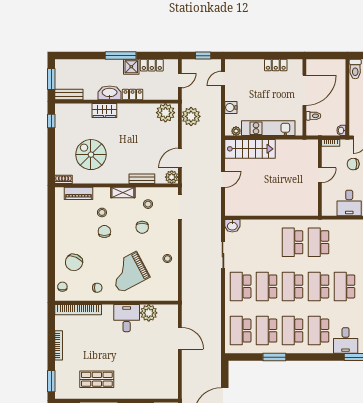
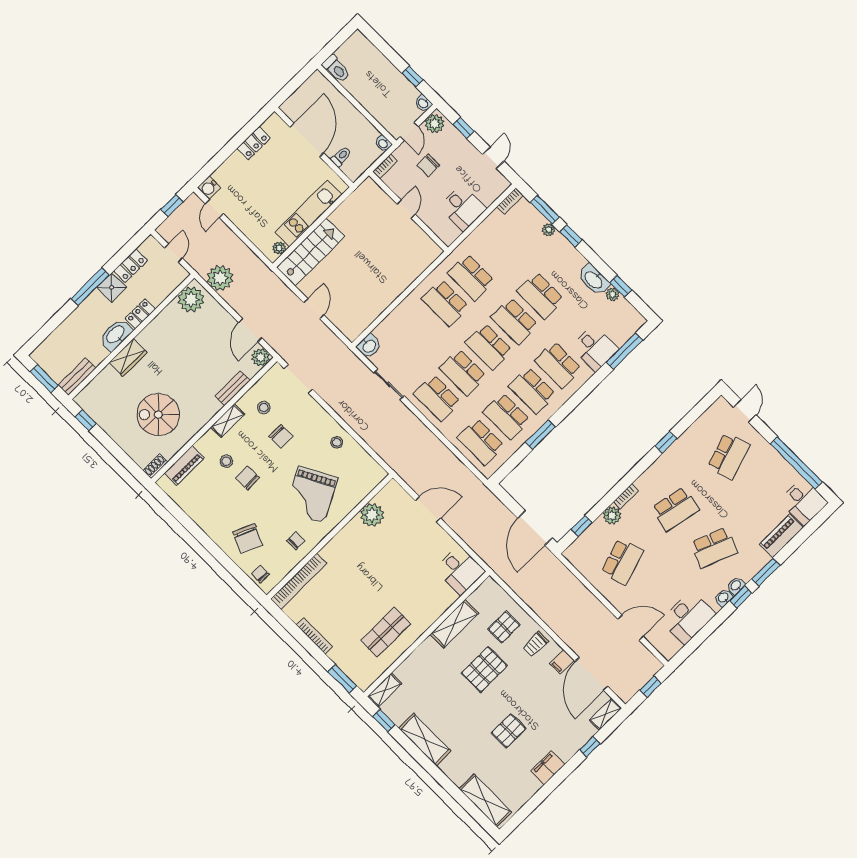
water cooler: (231, 107) -> (209, 188), moved
desk: (127, 318) -> (460, 570), moved, turned 180

